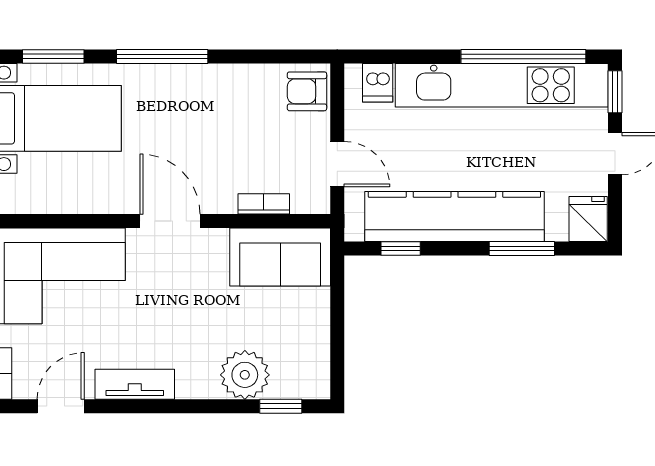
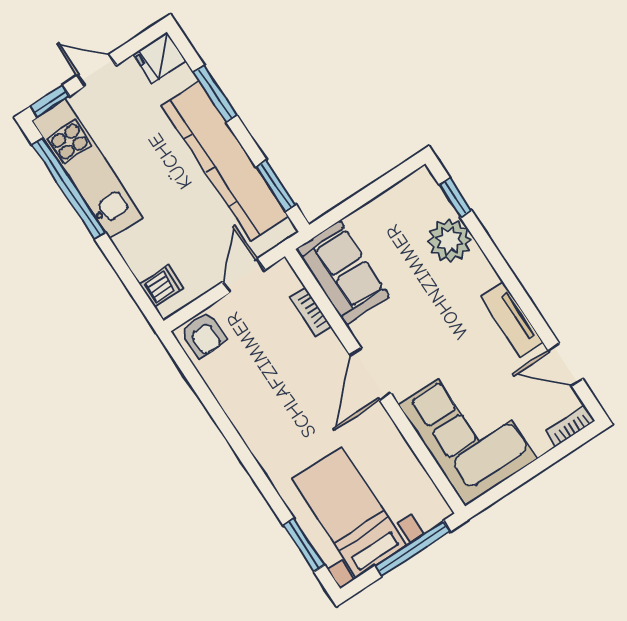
window: (162, 56) -> (249, 462), removed
kitchen unit: (502, 85) -> (87, 169), width x0.73
window: (401, 248) -> (276, 186), width x1.50

